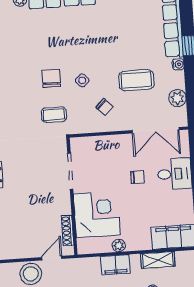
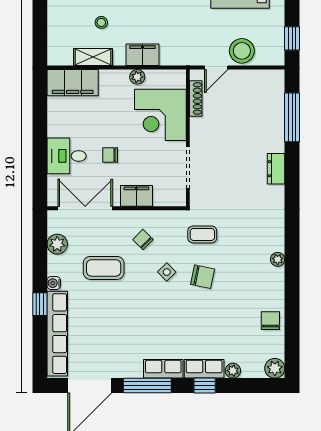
chair: (51, 78) -> (203, 277), turned -78
filing cabinet: (113, 144) -> (136, 196), added

